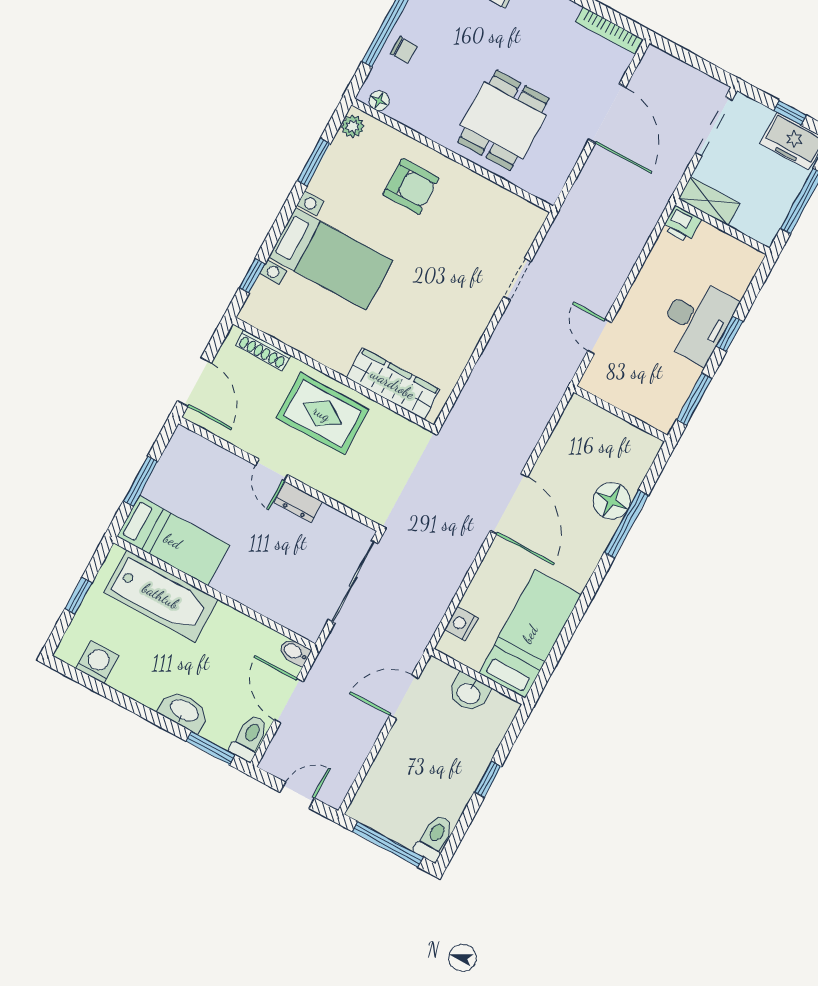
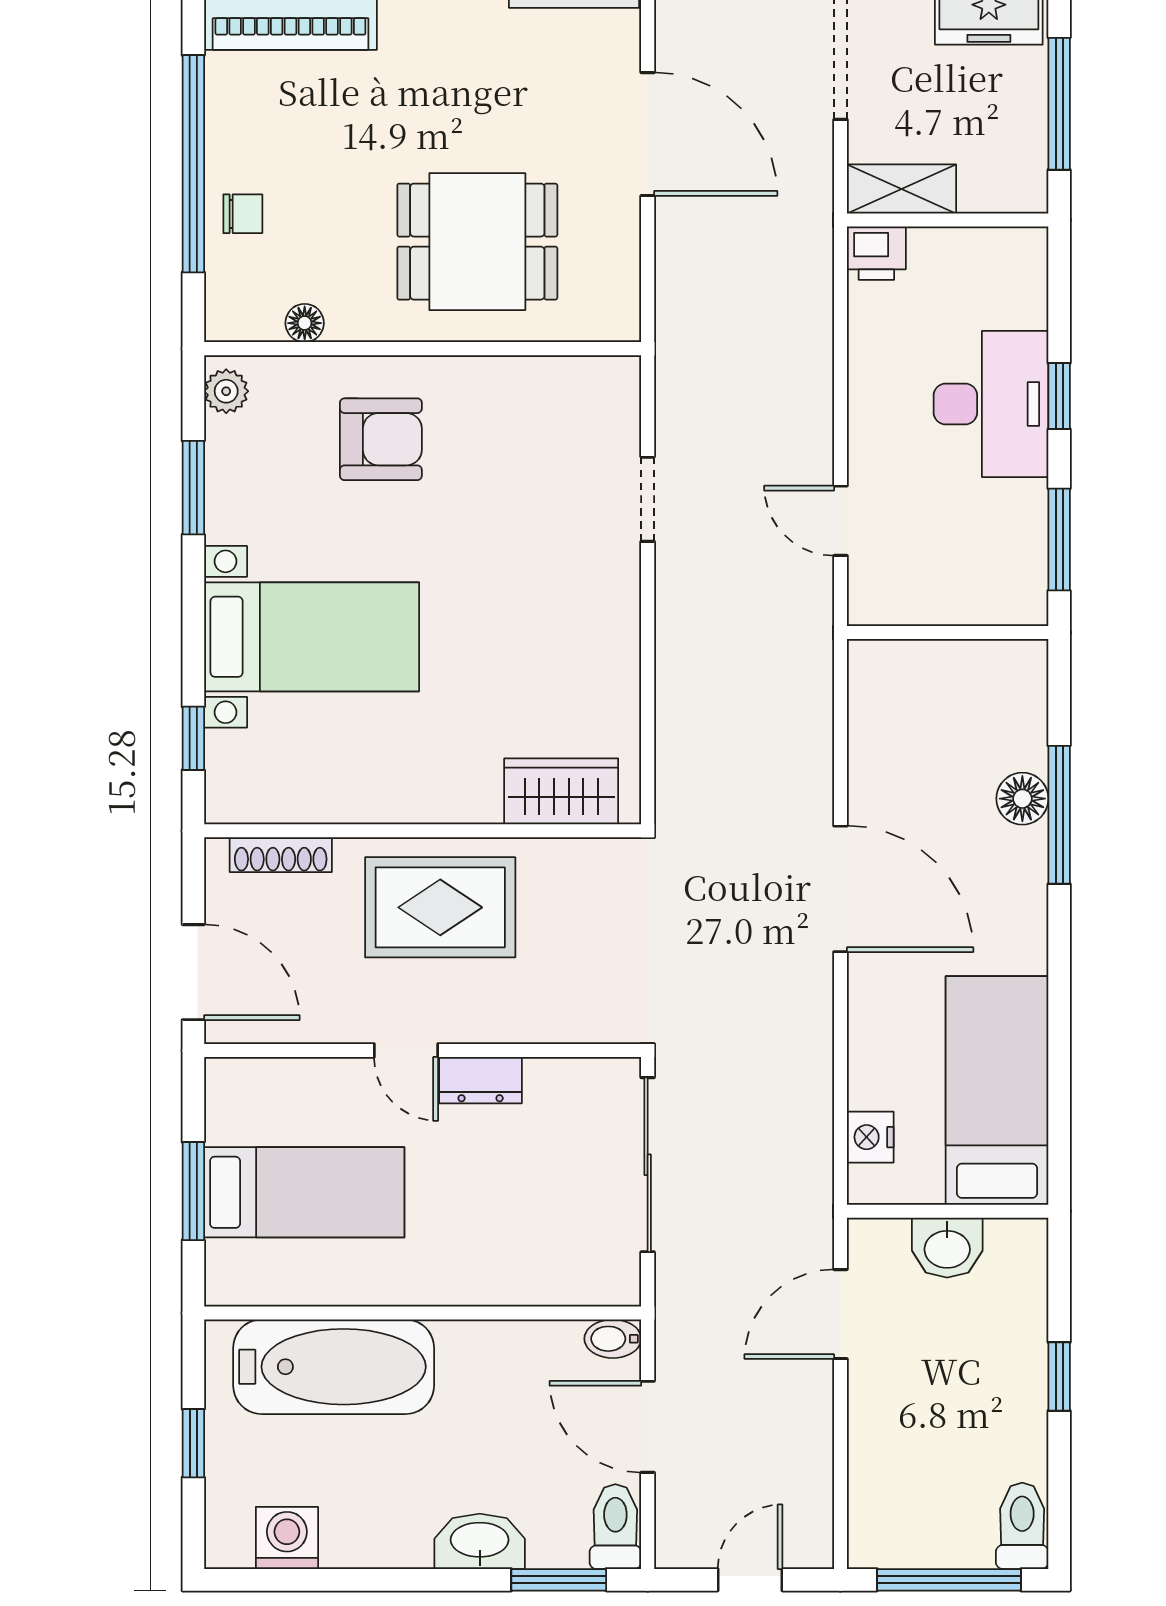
floor lamp: (379, 101) -> (305, 323), moved
dining table: (503, 120) -> (477, 242), turned 90
wardrobe: (393, 384) -> (561, 791), width x0.67
floor lamp: (612, 501) -> (1022, 799), width x0.73, depth x0.73
bed: (173, 541) -> (304, 1192), moved

